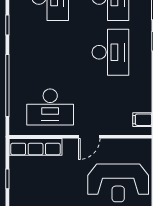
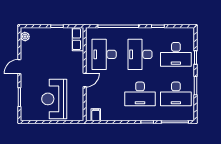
desk: (50, 52) -> (140, 54), added
door: (89, 137) -> (85, 80), swing flipped
row of seats: (36, 147) -> (78, 39), width x0.68

